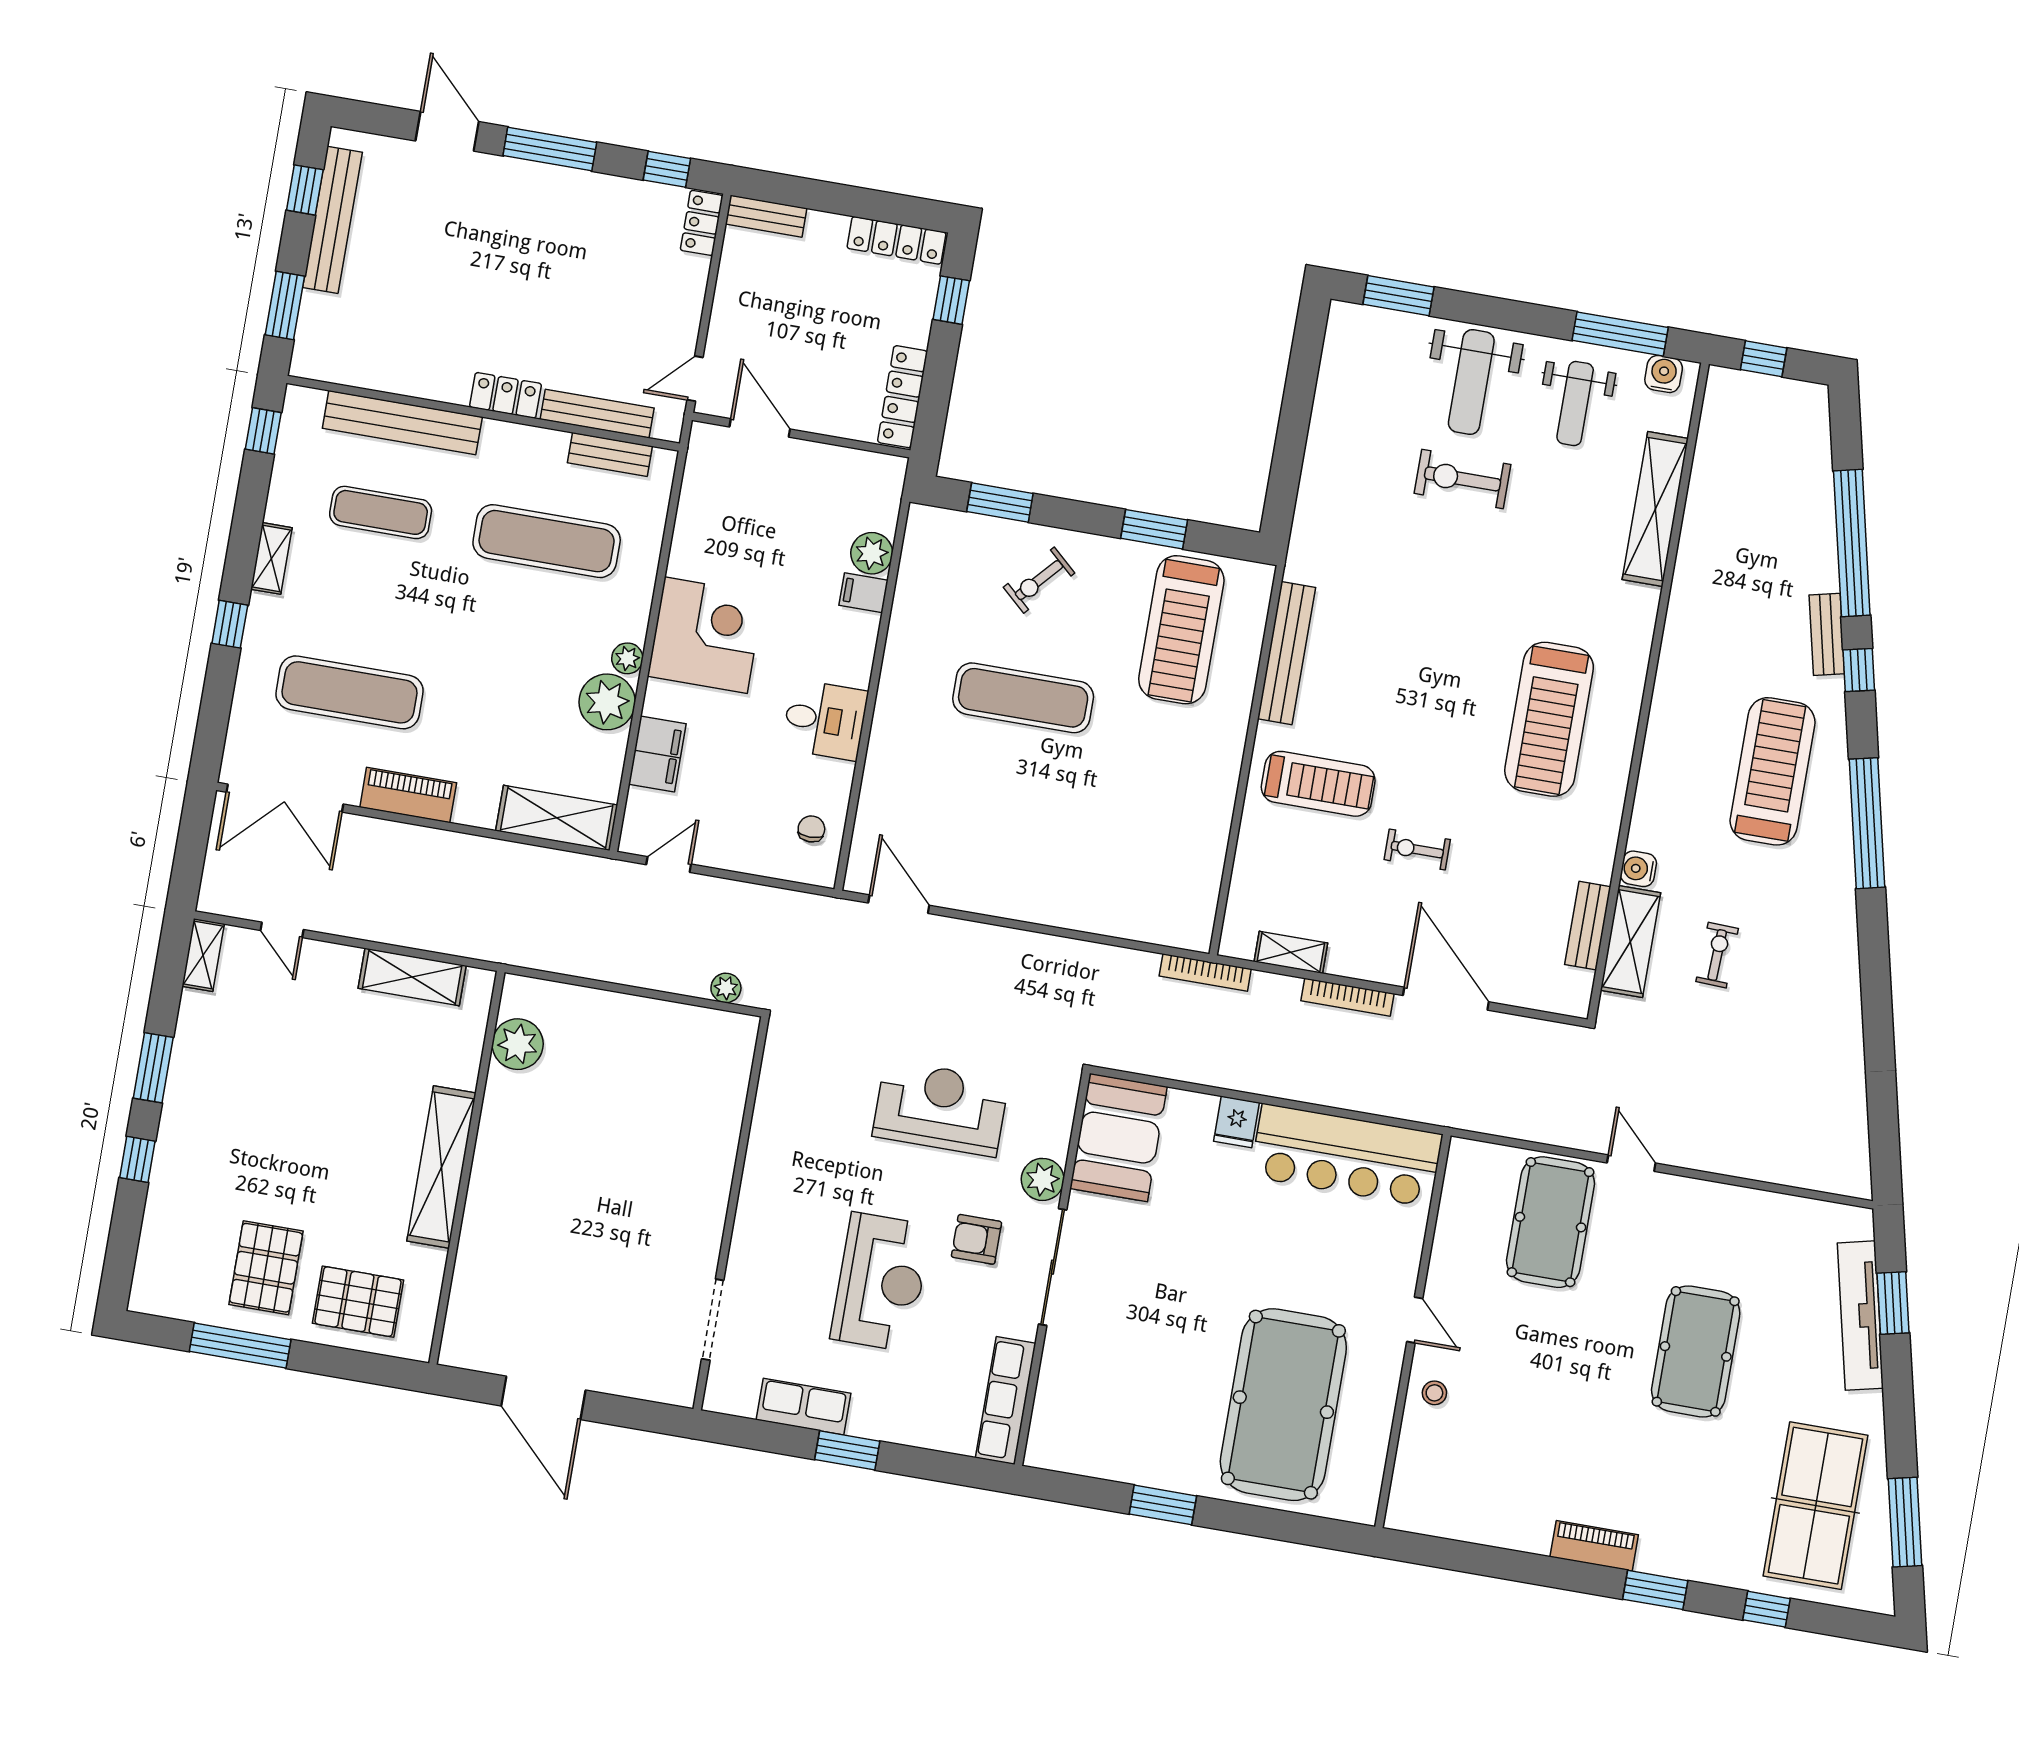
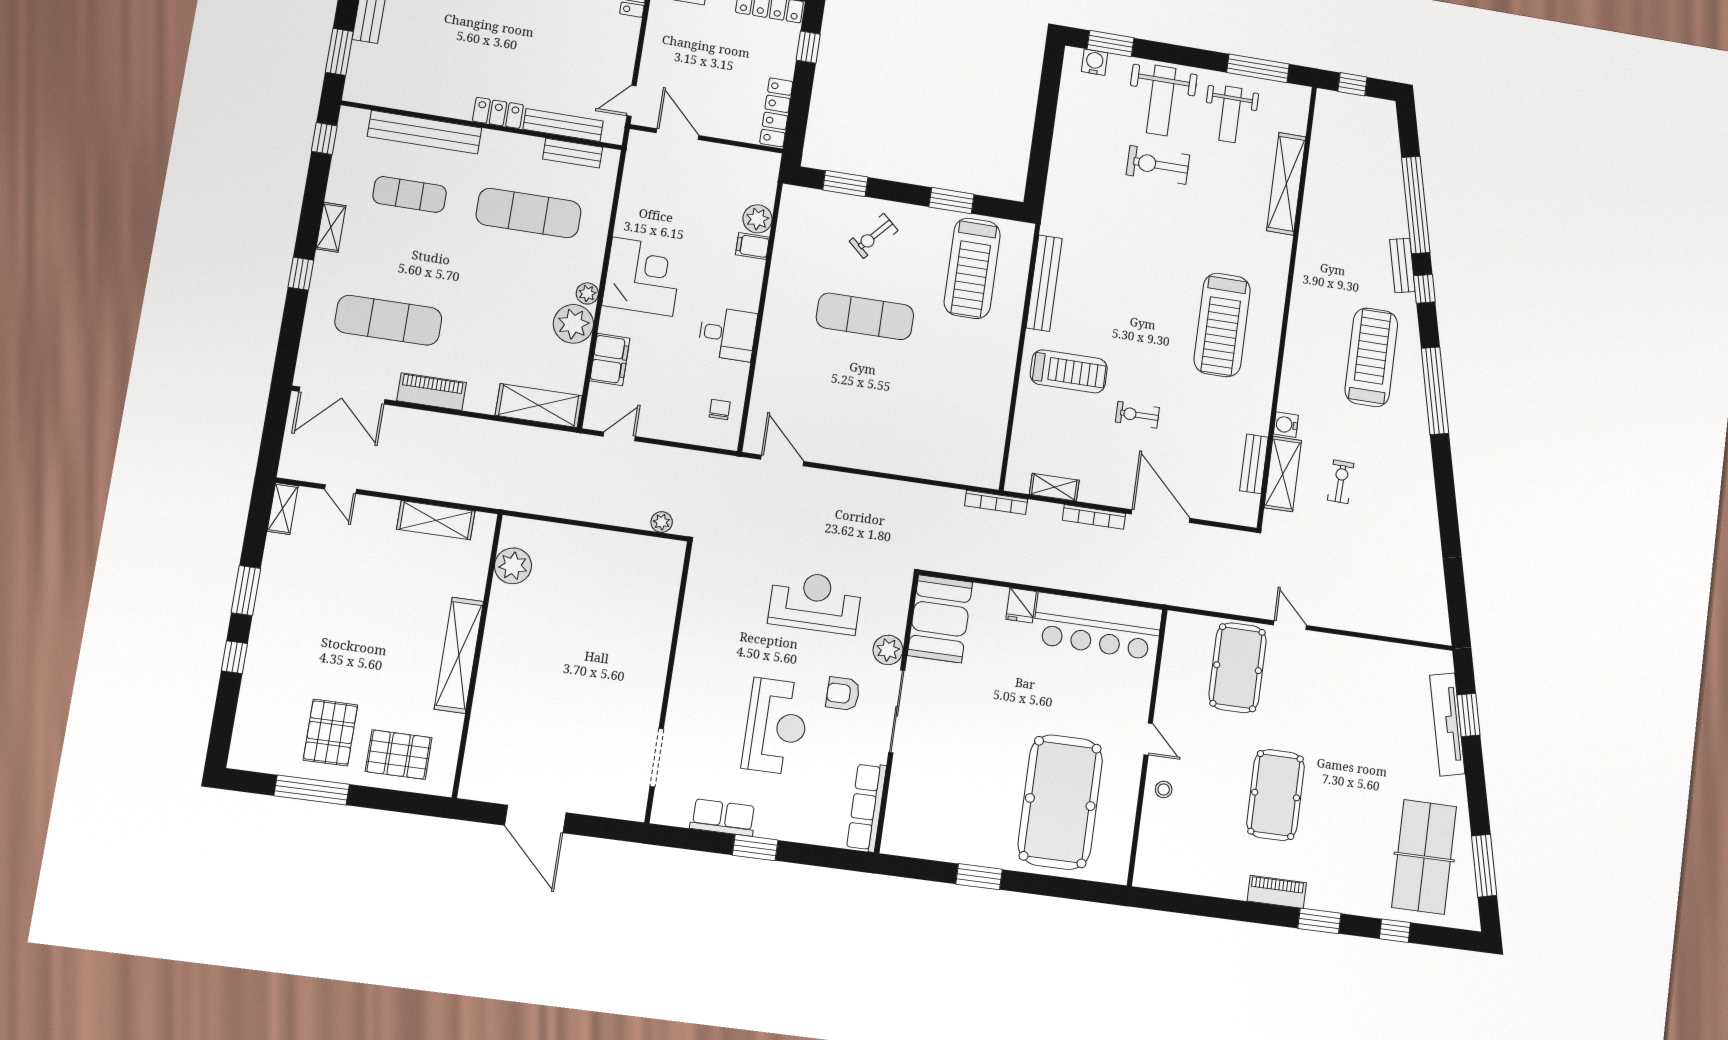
water cooler: (1664, 374) -> (1095, 62), moved
pool table: (1696, 1351) -> (1276, 795), moved

